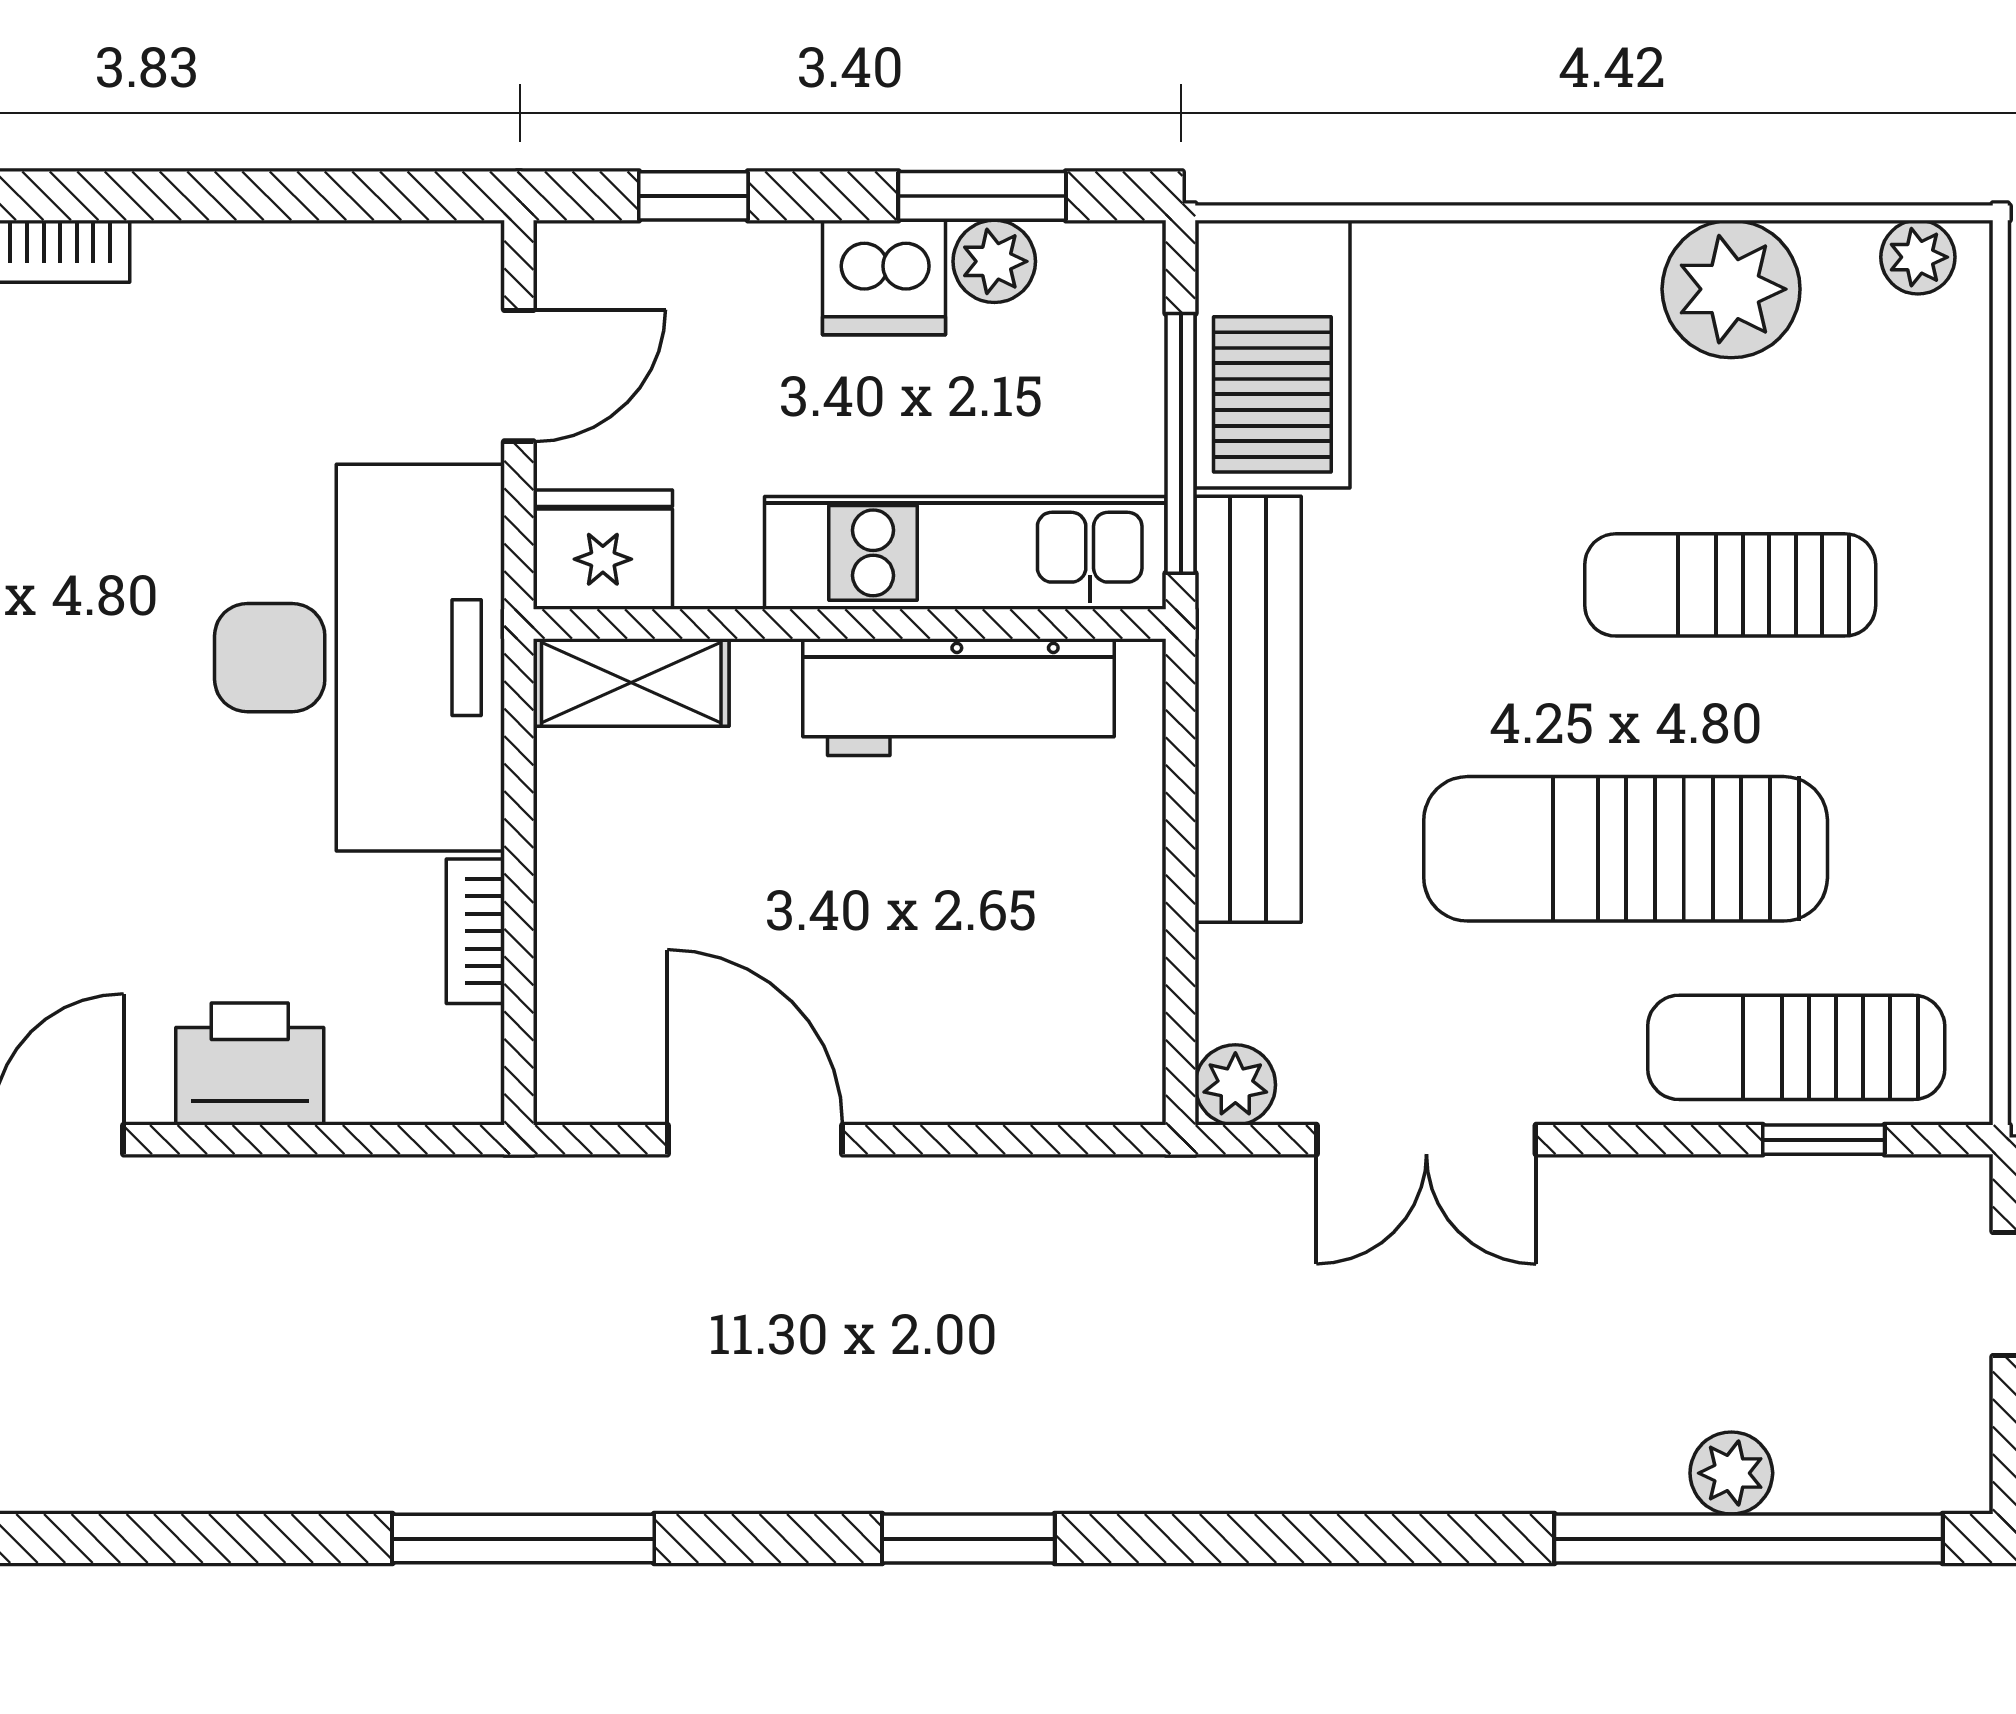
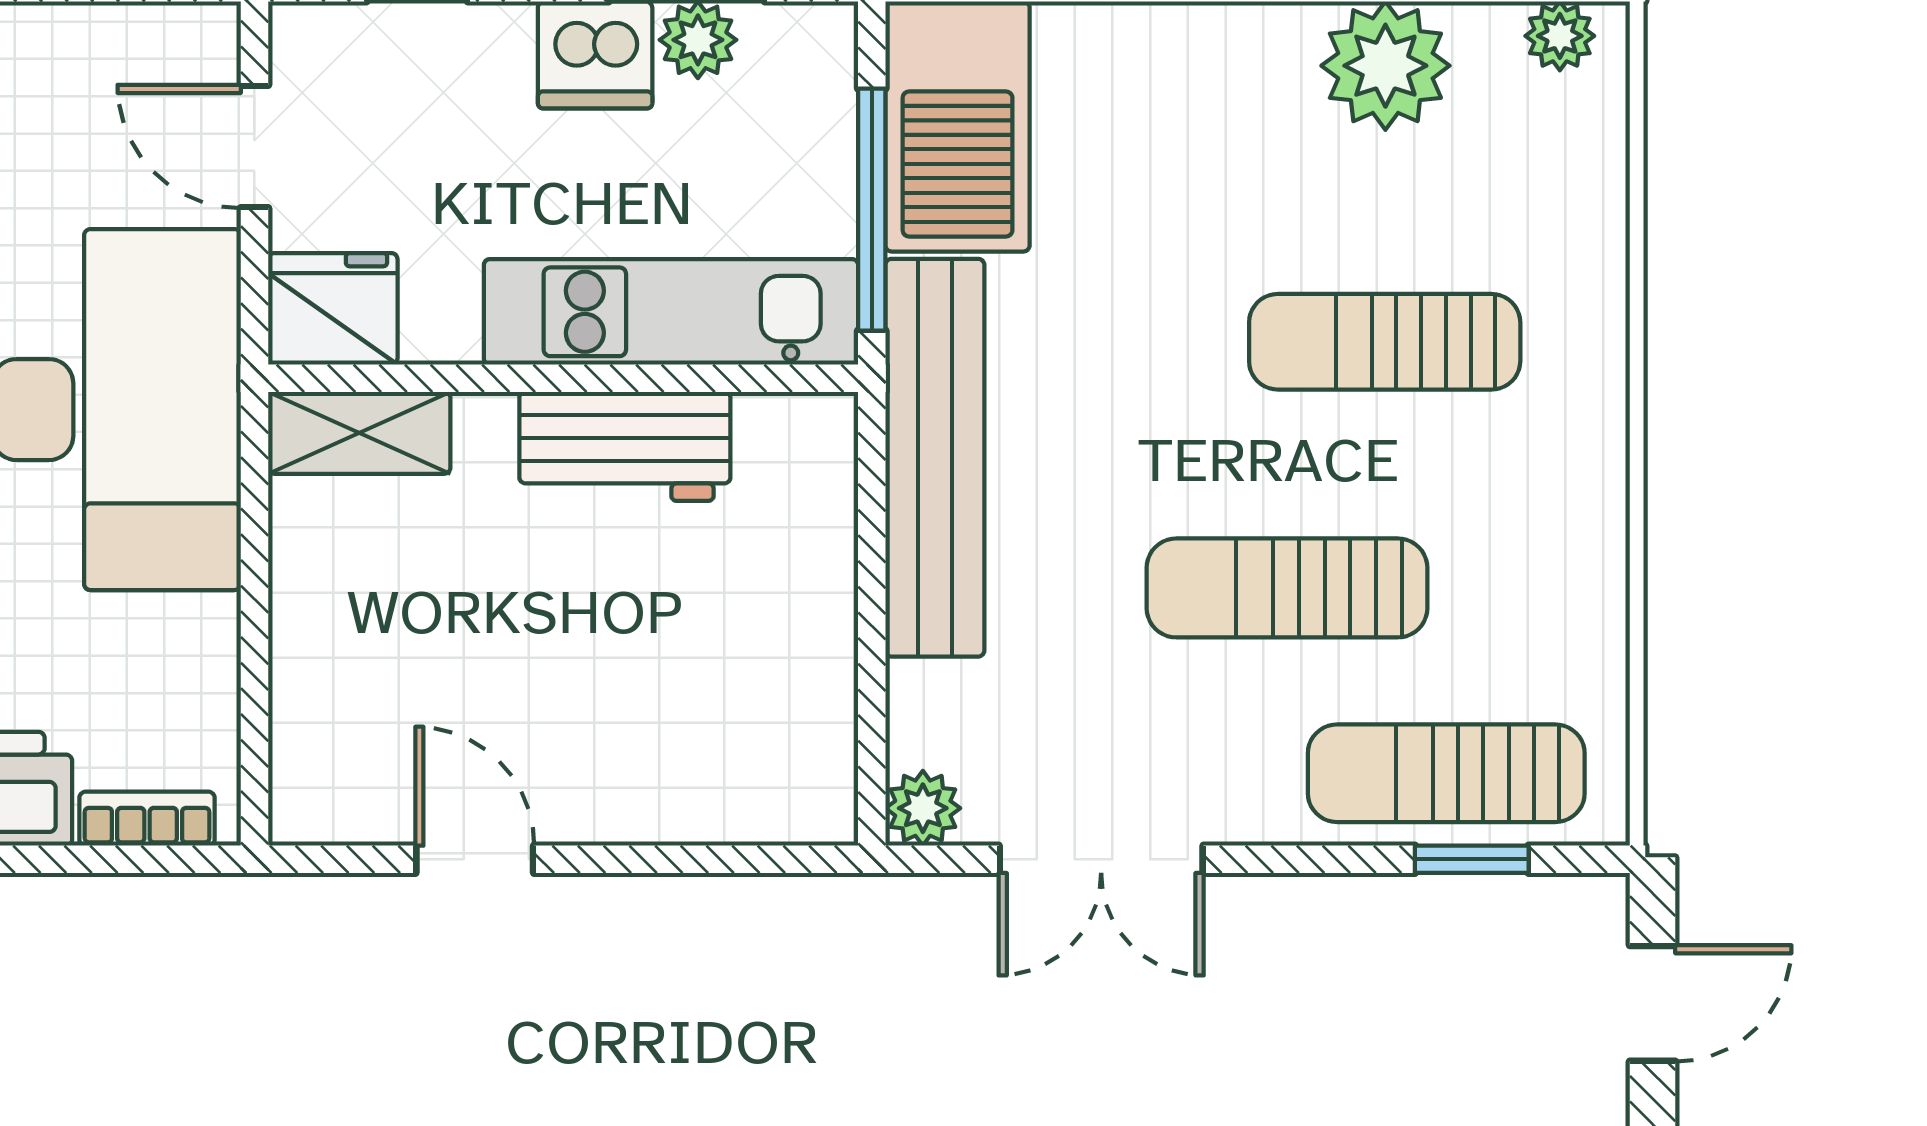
door: (519, 376) -> (254, 146), swing flipped
workbench: (958, 697) -> (625, 446), width x0.73
sun lounger: (1626, 849) -> (1287, 588), width x0.73, depth x0.75
bookcase: (475, 931) -> (147, 819), moved, turned 90
door: (755, 1140) -> (475, 859), width x0.73

